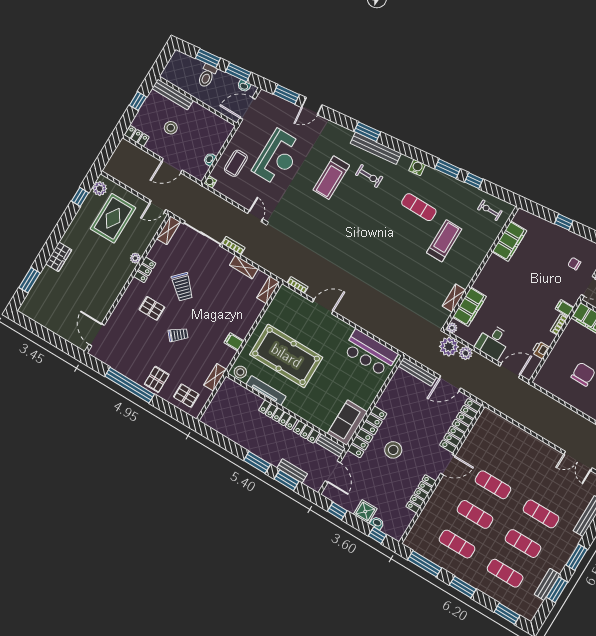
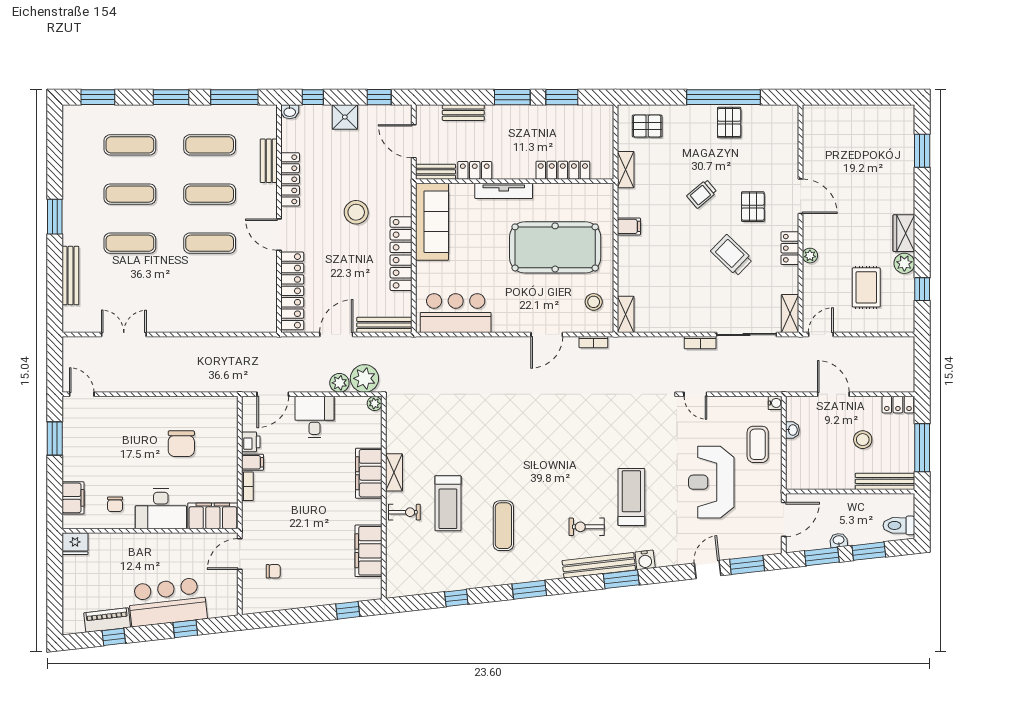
toilet: (207, 76) -> (899, 525), moved, turned -84
washbasin: (244, 86) -> (839, 540), moved
window: (138, 101) -> (922, 448), width x2.17
door: (172, 166) -> (833, 394), hinge flipped
water cooler: (417, 167) -> (645, 560), moved
window: (448, 169) -> (529, 590), moved
plant: (100, 189) -> (904, 263), moved
exercise mat: (419, 207) -> (503, 526), turned 90
exercise bike: (490, 210) -> (404, 512), moved
rug: (113, 218) -> (866, 287), width x0.73, depth x0.70
window: (564, 222) -> (348, 610), moved
wardrobe: (59, 257) -> (904, 233), moved
shelving: (244, 267) -> (672, 324), removed
shelving: (454, 298) -> (394, 472), moved
filing cabinet: (469, 307) -> (369, 473), moved
pallet: (152, 308) -> (753, 207), turned 90
filing cabinet: (565, 308) -> (252, 462), moved
door: (97, 335) -> (801, 196), moved
stool: (240, 372) -> (594, 302), moved
pallet: (157, 379) -> (729, 123), moved
tv unit: (266, 391) -> (504, 191), moved
locker: (278, 415) -> (563, 170), moved
sofa: (347, 423) -> (432, 222), width x1.36
locker: (367, 432) -> (401, 254), moved
door: (448, 465) -> (279, 235), hinge flipped
window: (287, 480) -> (562, 97), moved
washbasin: (377, 523) -> (290, 112), moved
bench: (547, 584) -> (269, 161), moved
window: (557, 590) -> (55, 163), removed

